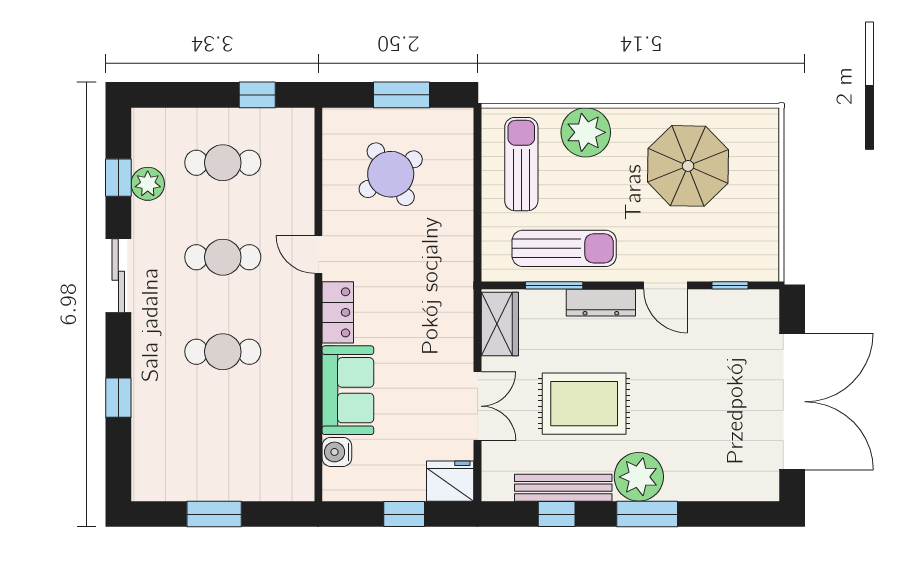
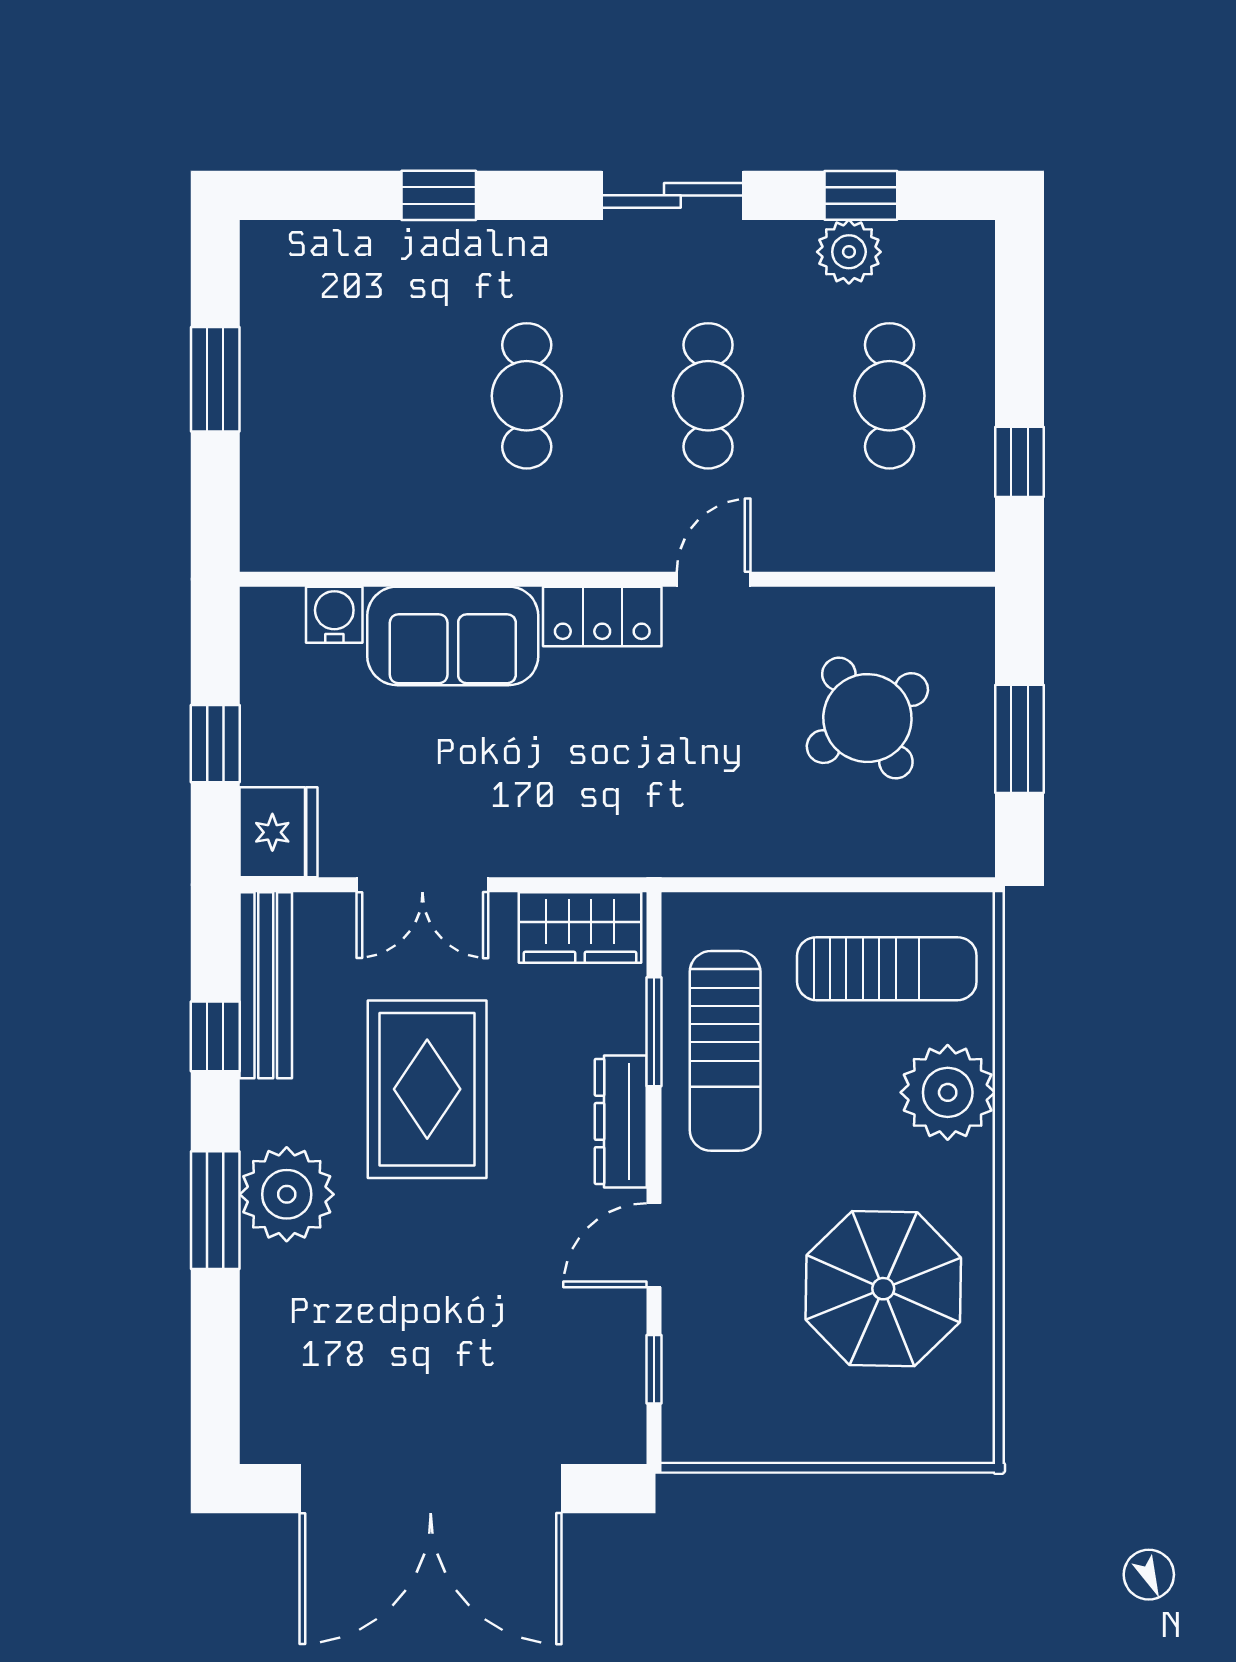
bench: (563, 488) -> (266, 985), moved

